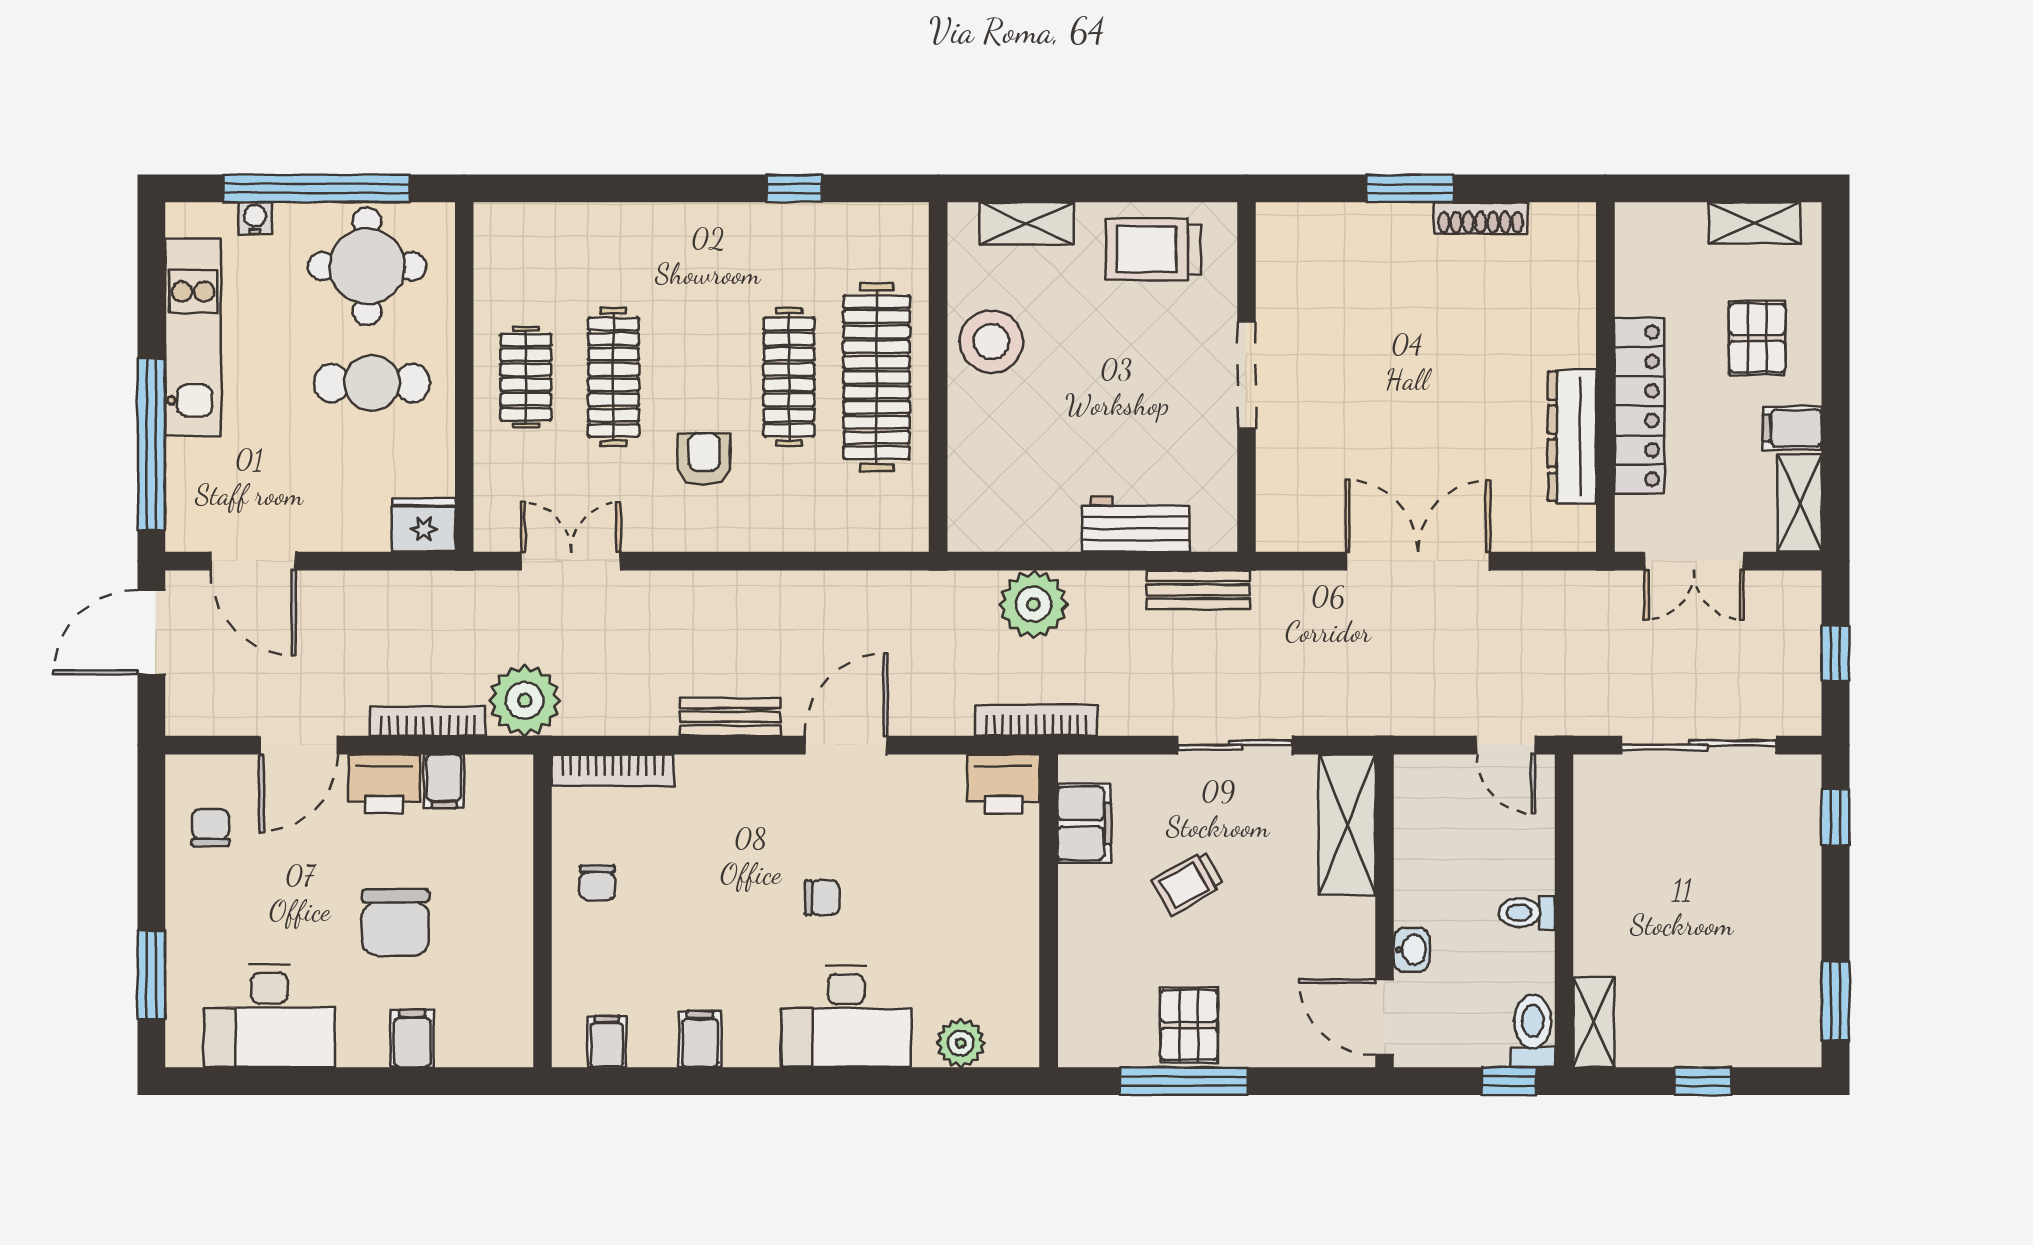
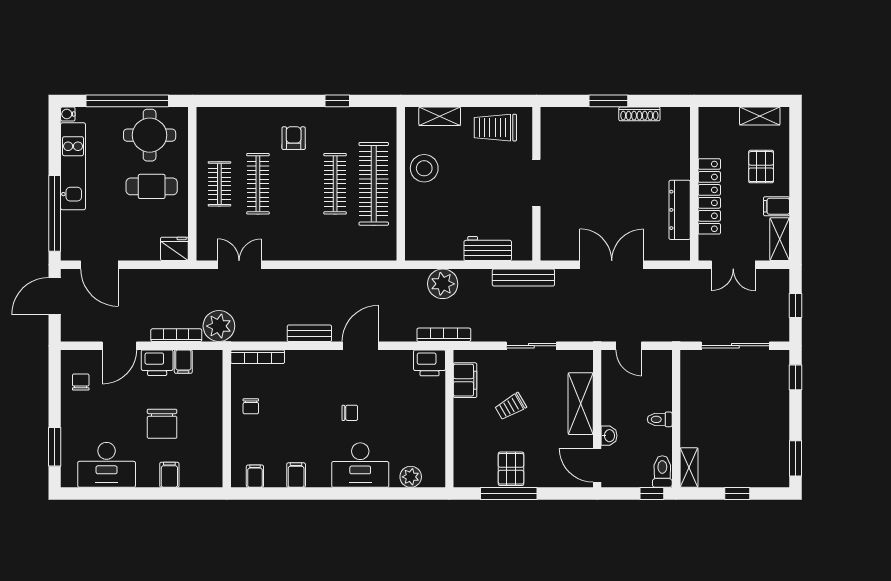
water cooler: (255, 218) -> (68, 114), moved, turned -90
armchair: (704, 459) -> (294, 138), moved
bench: (1198, 590) -> (523, 277), width x1.36
door: (1506, 745) -> (629, 346), moved
shelving: (1347, 825) -> (581, 404), moved

